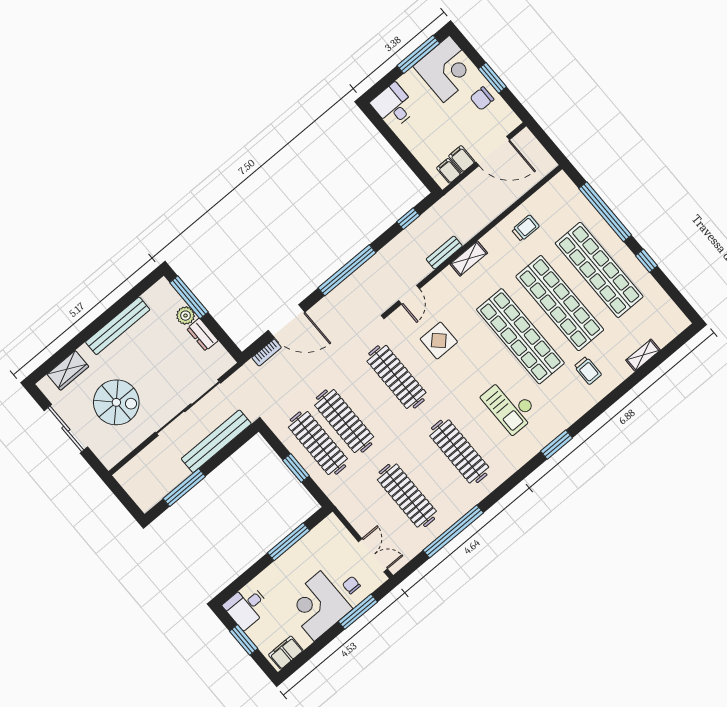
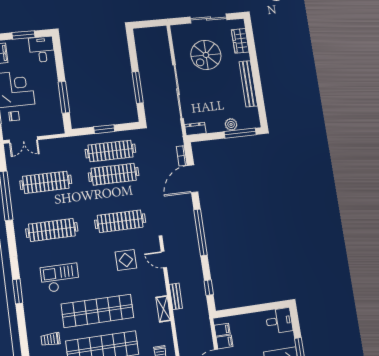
dresser: (202, 335) -> (195, 129), moved
bench: (216, 441) -> (149, 95), removed
window: (184, 488) -> (138, 87), moved

